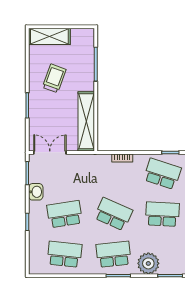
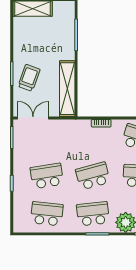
trolley: (54, 78) -> (29, 78), moved
washbasin: (36, 192) -> (20, 155), removed
school desk: (113, 214) -> (93, 176), turned -39

